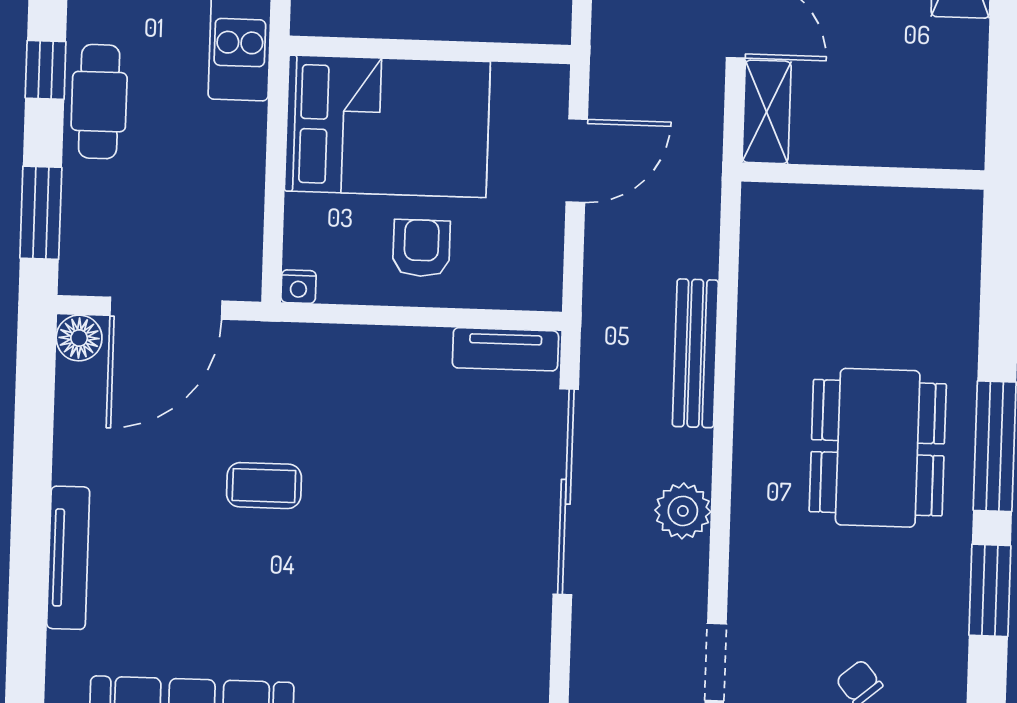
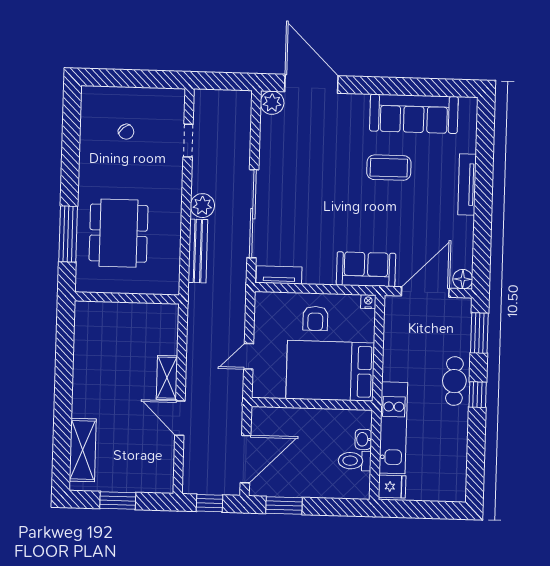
door: (577, 161) -> (249, 356), width x0.73
wall: (863, 176) -> (127, 298), moved
bench: (695, 353) -> (198, 251), moved
sofa: (304, 362) -> (366, 269), added
coffee table: (264, 486) -> (389, 168), moved, width x1.36, depth x1.30
window: (990, 590) -> (70, 172), removed

